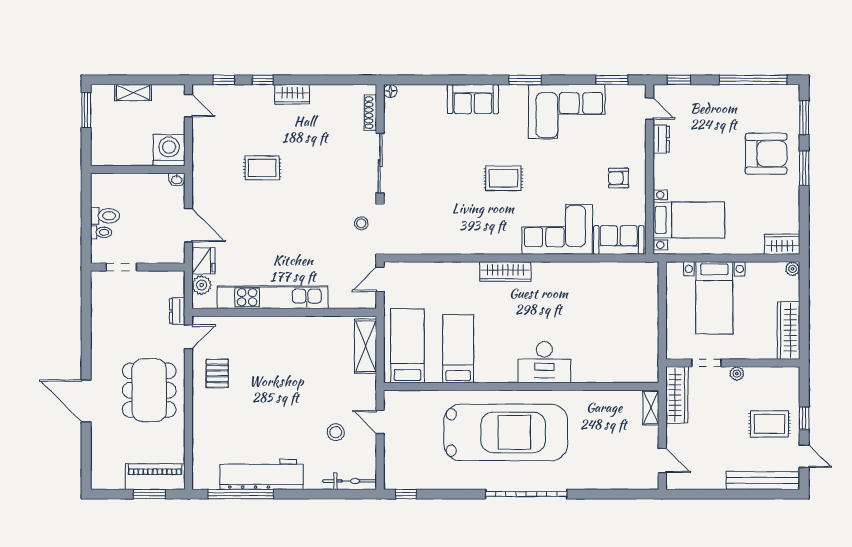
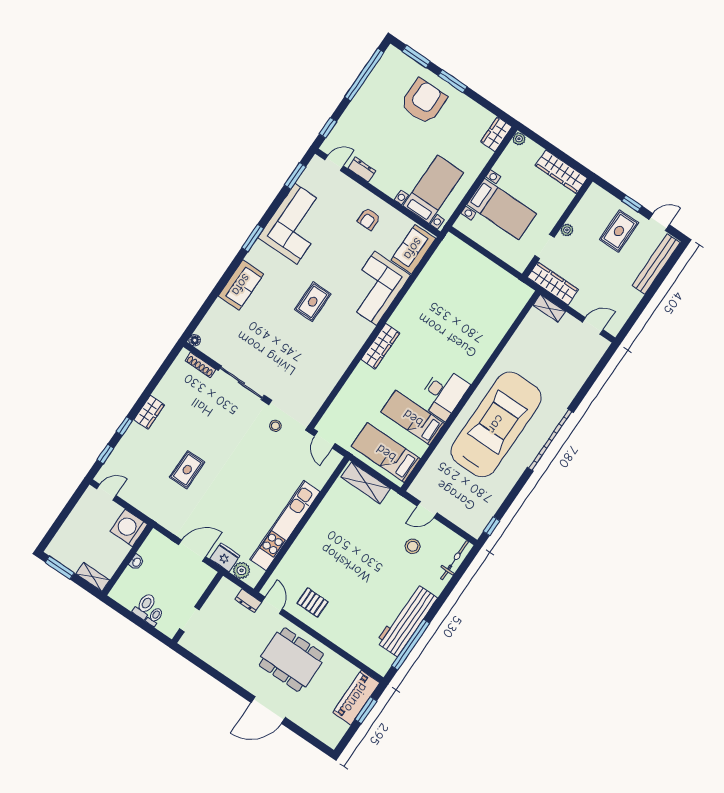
shelving: (133, 93) -> (93, 577), moved, turned 90
washbasin: (177, 180) -> (136, 562), moved
desk: (544, 362) -> (443, 393), moved

